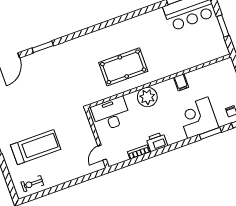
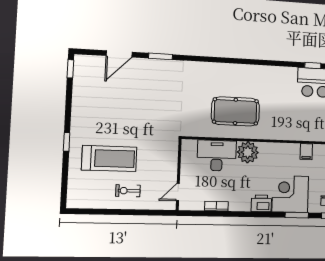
filing cabinet: (181, 82) -> (306, 152), moved
desk: (111, 114) -> (217, 156), moved
printer: (157, 142) -> (261, 203), moved
exercise bike: (32, 184) -> (128, 191), moved

